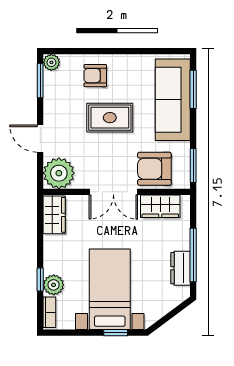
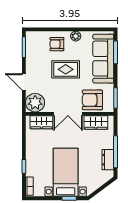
plant: (51, 62) -> (76, 36), moved
wardrobe: (54, 215) -> (41, 122), moved, turned 90
plant: (54, 285) -> (32, 170), removed

